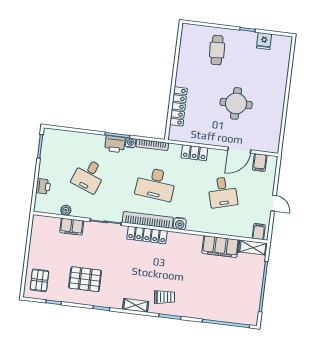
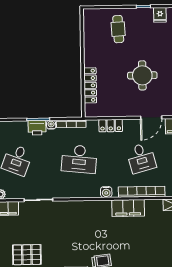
bookcase: (148, 220) -> (142, 192), moved
locker: (147, 235) -> (78, 207), removed
filing cabinet: (220, 246) -> (128, 208), moved

